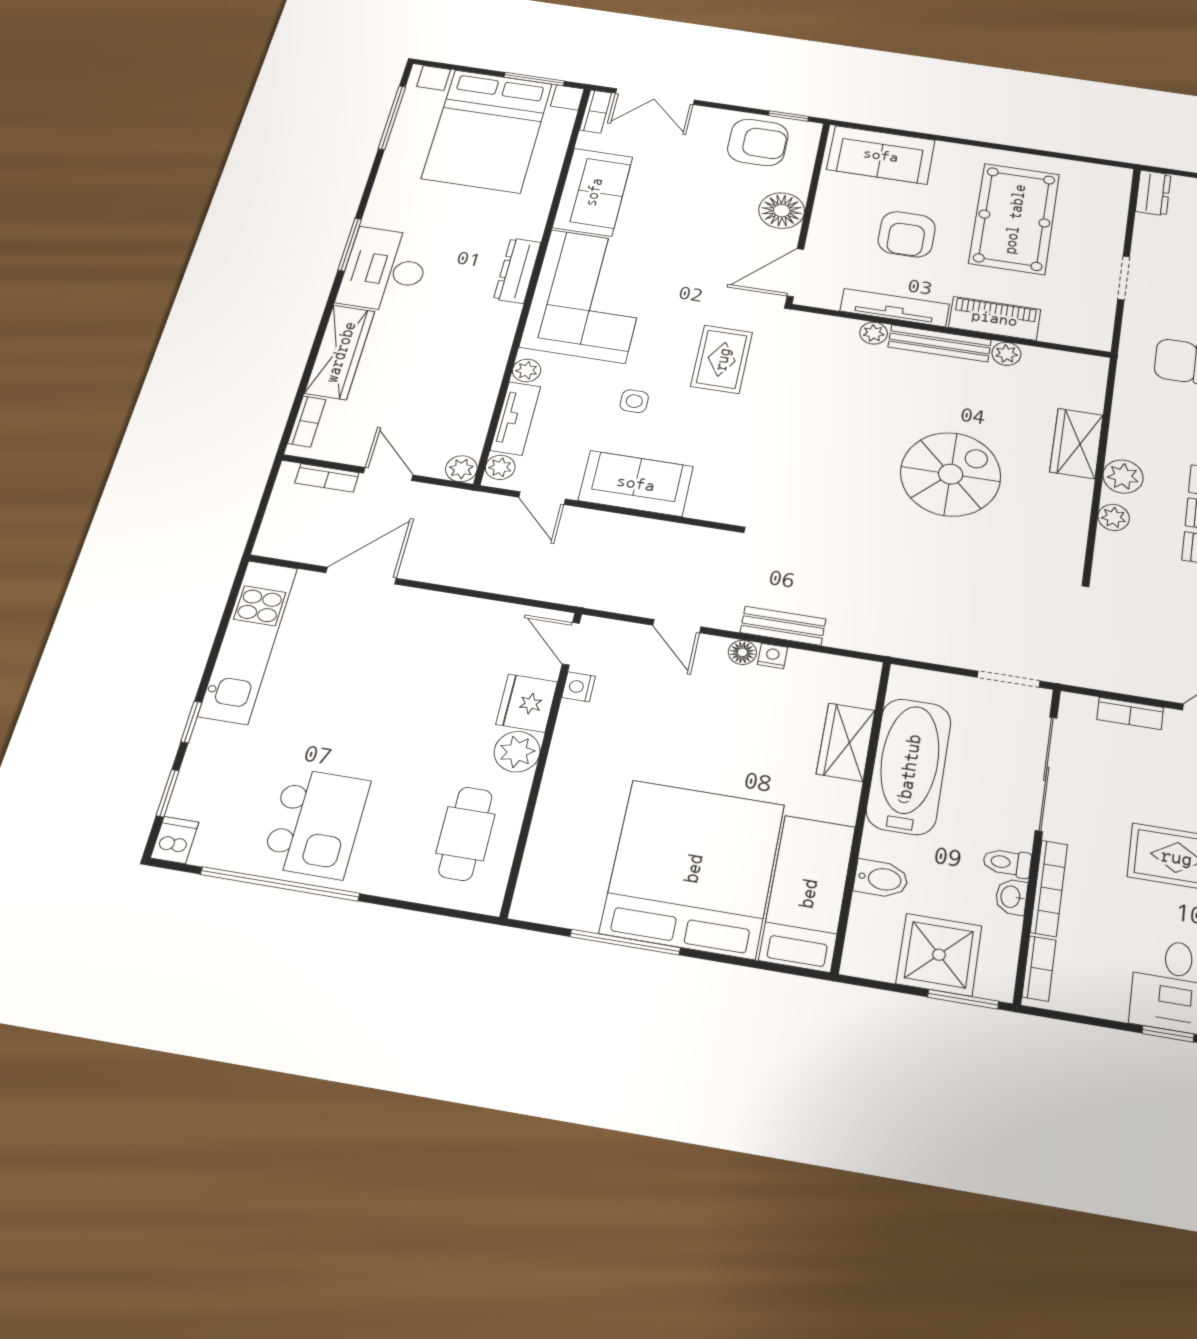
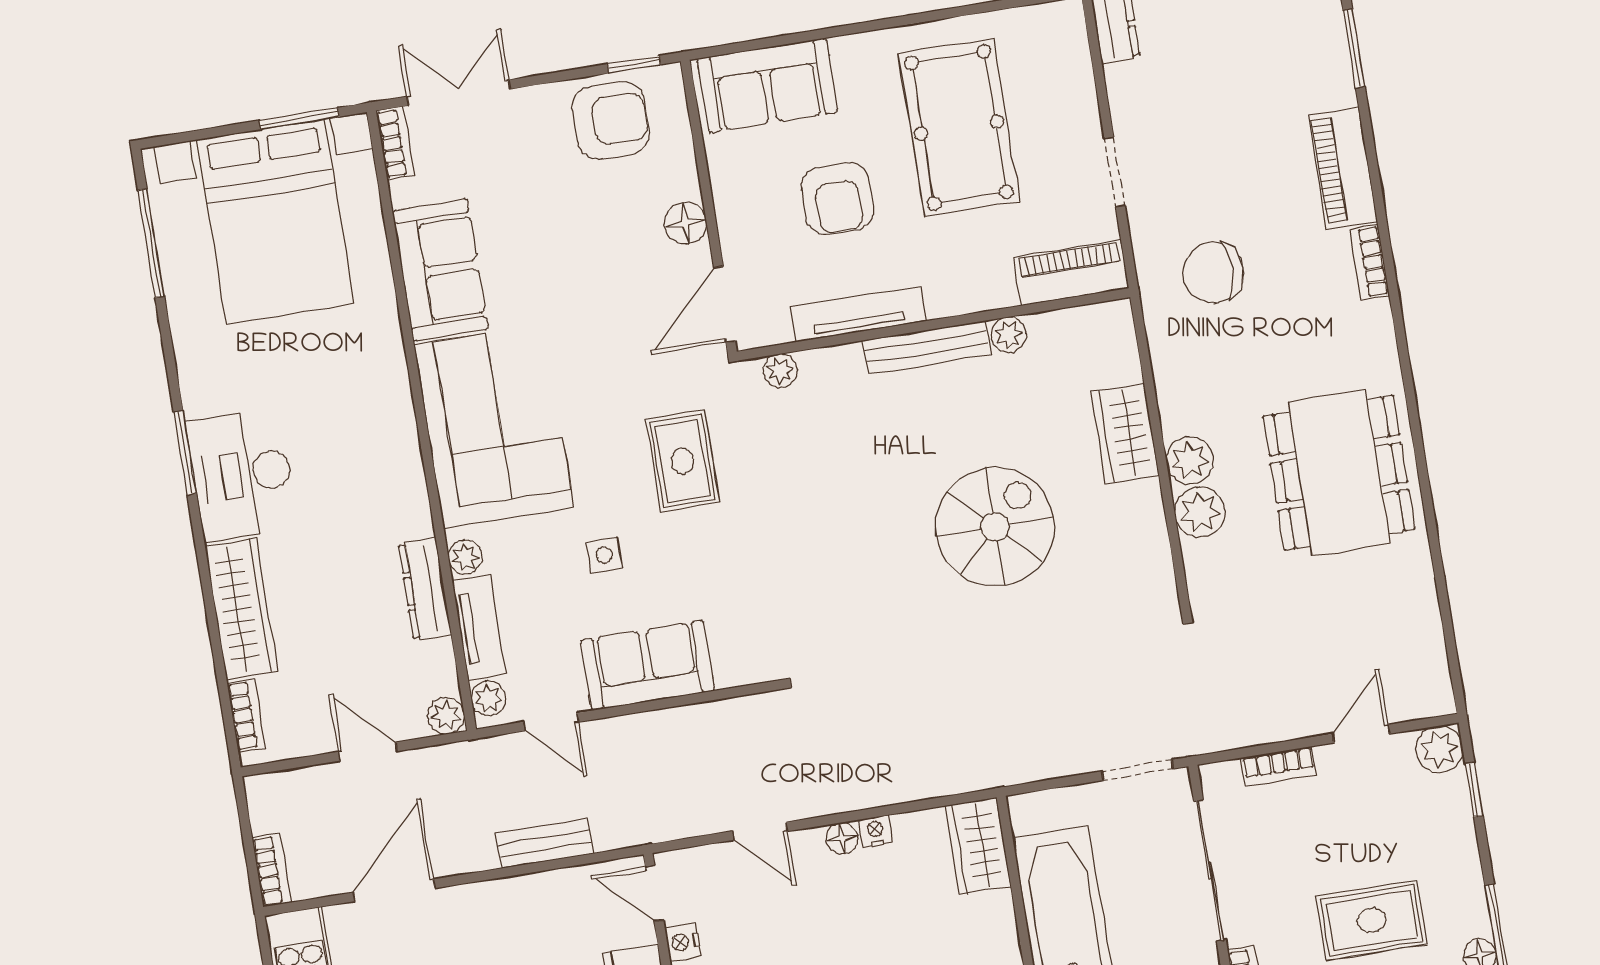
double door: (655, 97) -> (459, 93), swing flipped
floor lamp: (782, 211) -> (686, 223), width x0.73, depth x0.73
dresser: (517, 271) -> (425, 589), moved
piano: (995, 318) -> (1071, 273), moved
plant: (874, 333) -> (780, 371), moved
bookcase: (327, 478) -> (271, 870), moved, turned -90
plant: (1114, 517) -> (1200, 512), width x1.38, depth x1.38
bench: (783, 626) -> (544, 843), moved
wardrobe: (846, 742) -> (978, 846), moved

